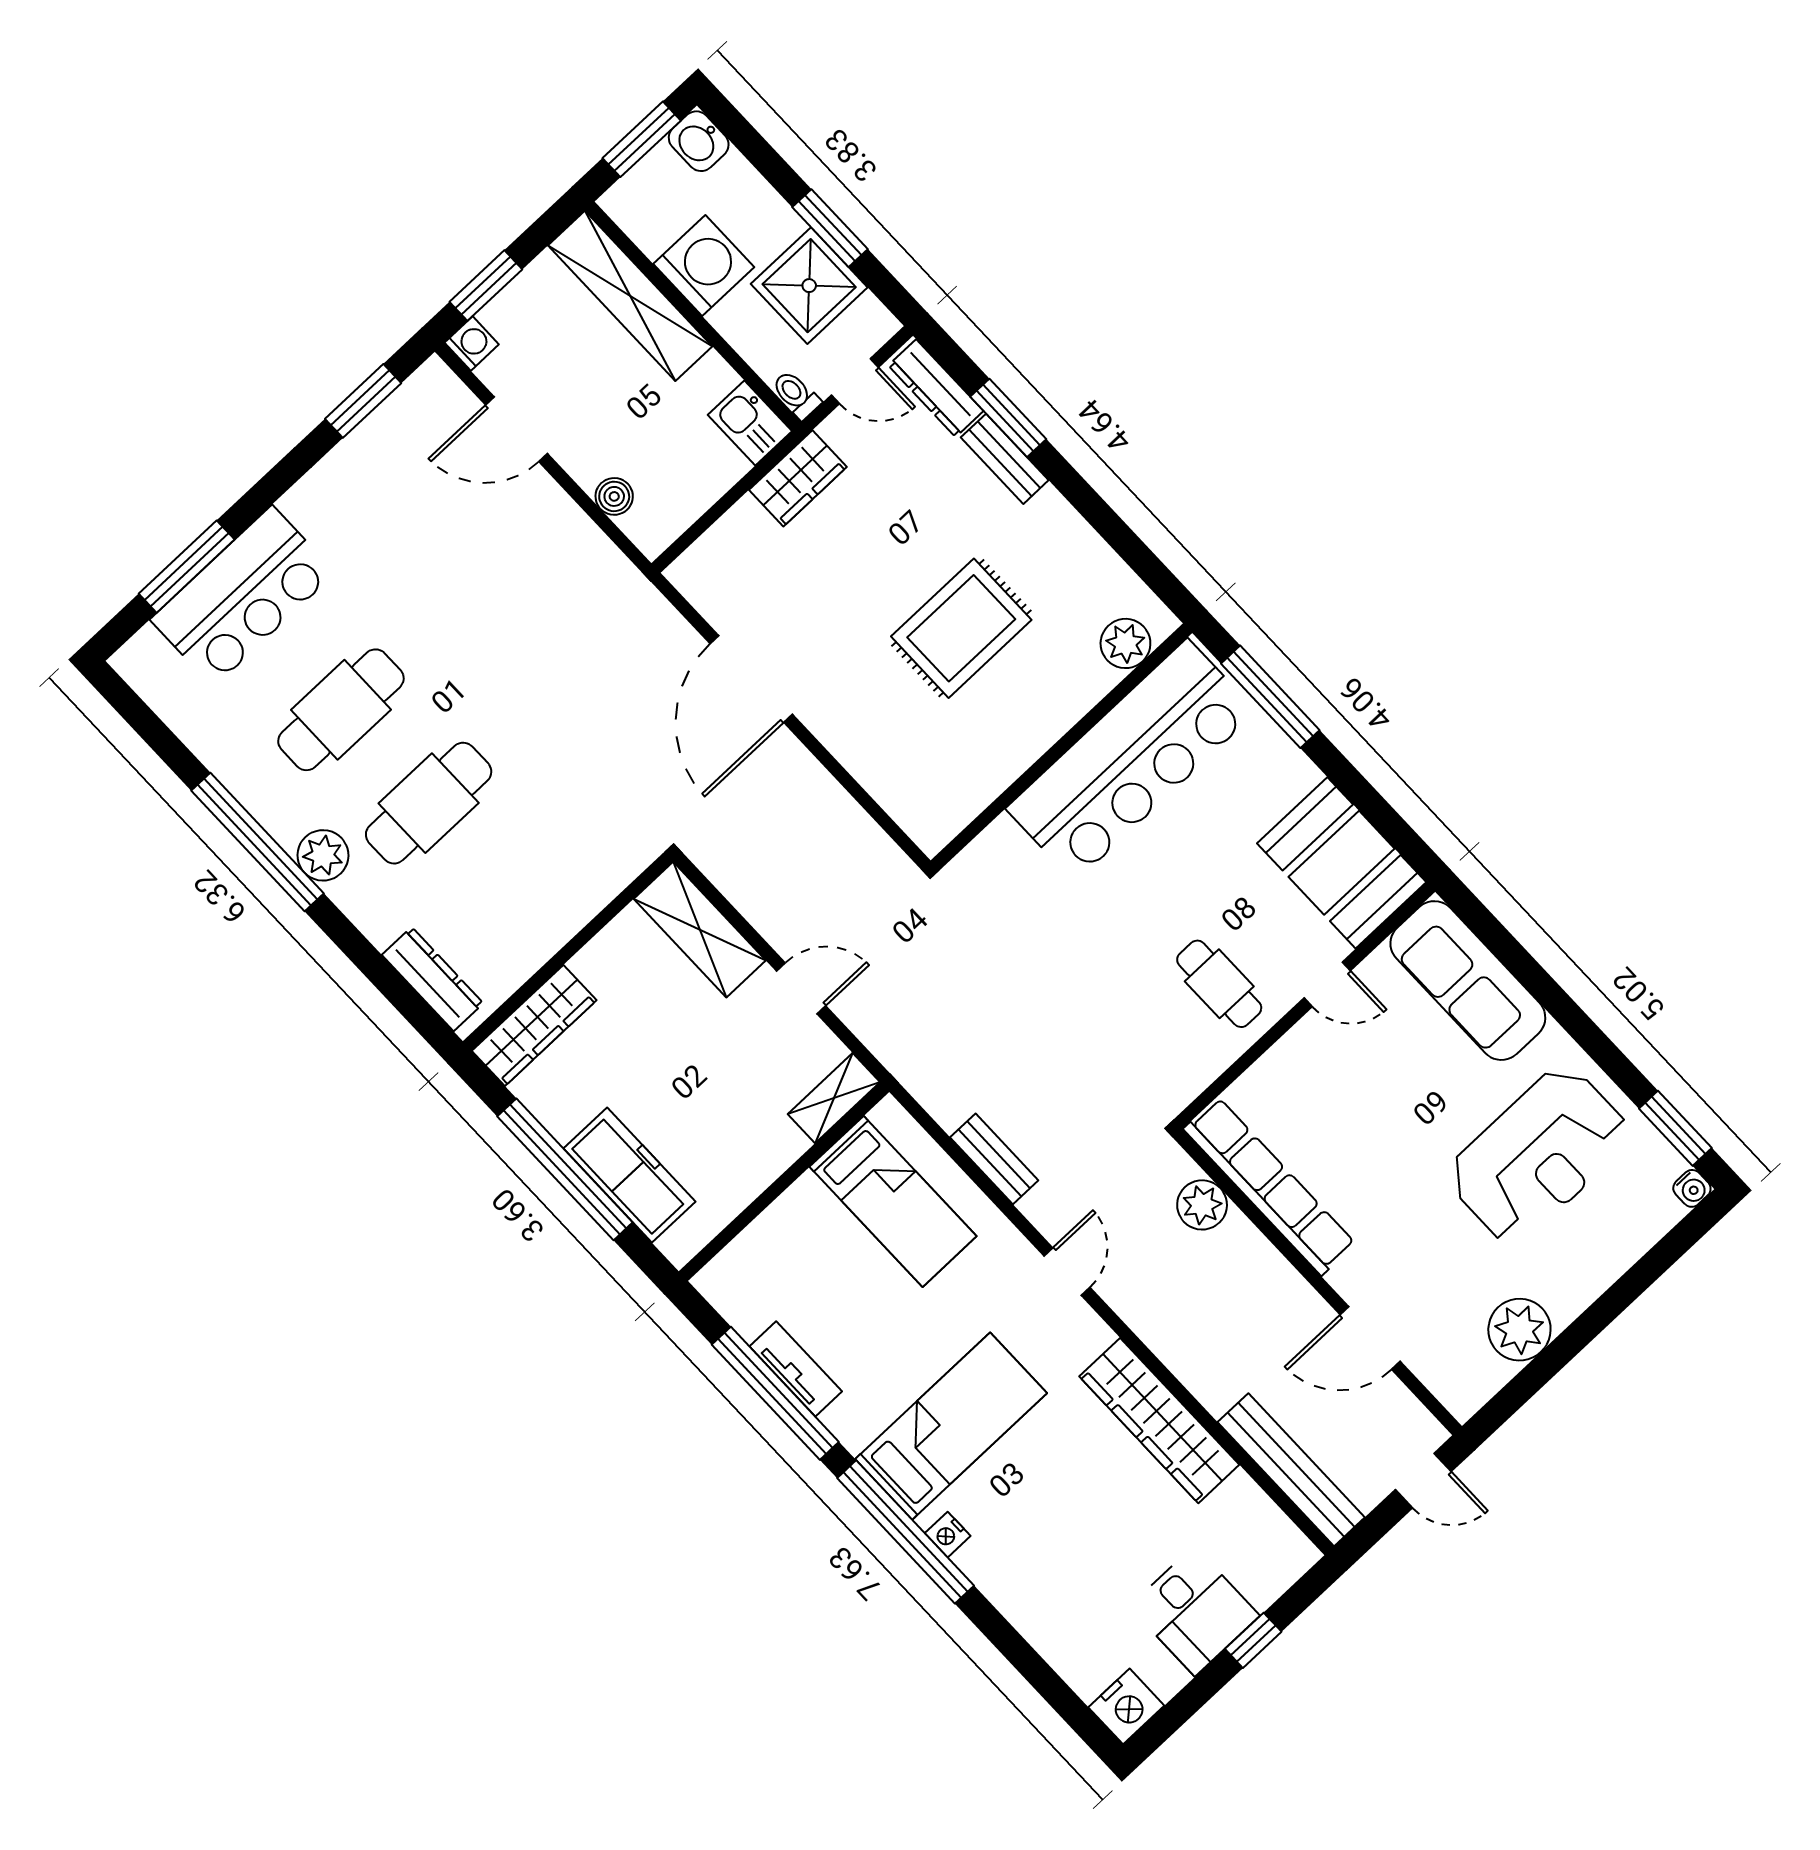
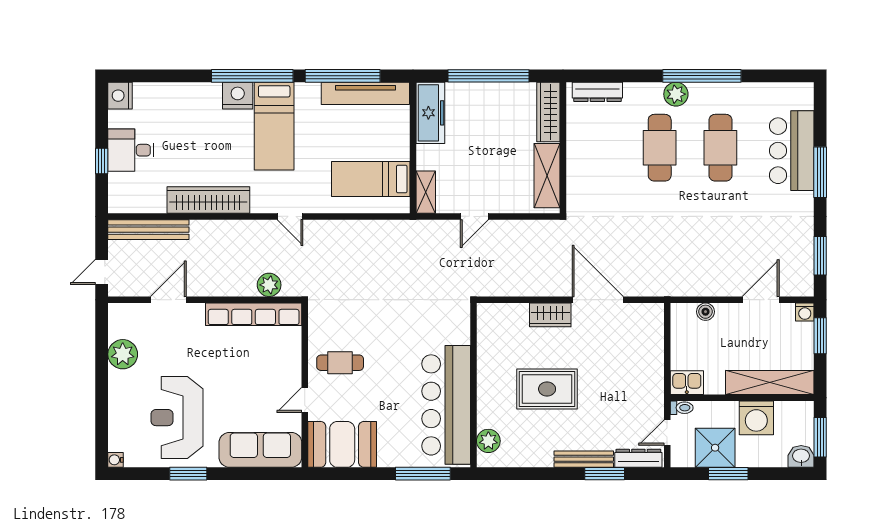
bench: (1005, 459) -> (584, 459), width x1.36
wardrobe: (798, 478) -> (550, 315), moved, turned -90
window: (187, 567) -> (820, 172), moved
rug: (961, 628) -> (547, 389), turned 90
shelving: (700, 930) -> (547, 176), moved, turned 90
window: (1675, 1128) -> (188, 474), moved
bench: (994, 1159) -> (353, 228), removed
freezer: (629, 1175) -> (430, 113), moved, turned -90
tv unit: (796, 1369) -> (365, 93), width x1.92, depth x1.29
nightstand: (948, 1535) -> (238, 96), width x1.89, depth x1.79

